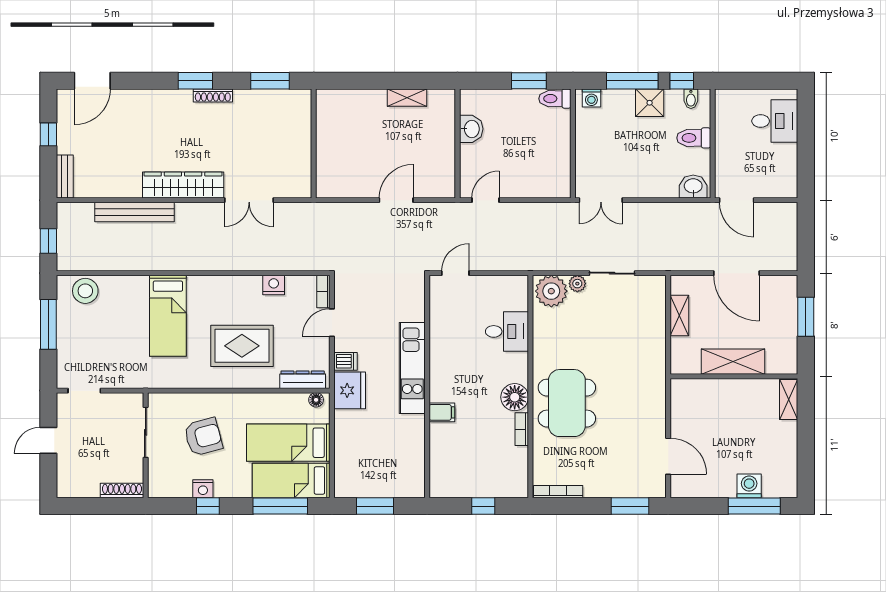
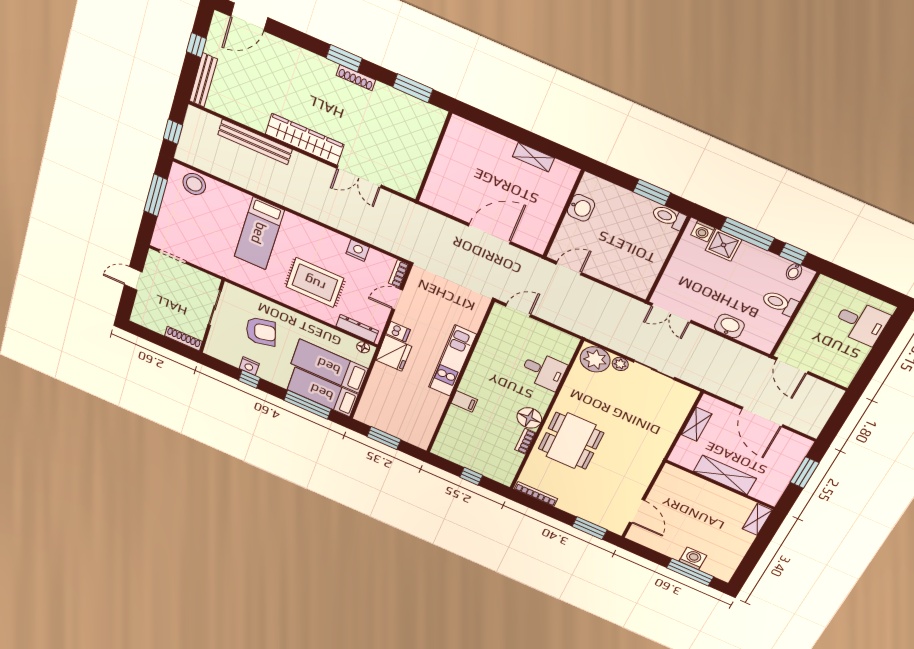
shower: (650, 103) -> (724, 245), moved
bench: (65, 177) -> (203, 80), width x1.36
washbasin: (693, 187) -> (729, 326), moved
door: (396, 200) -> (489, 234), width x1.36

